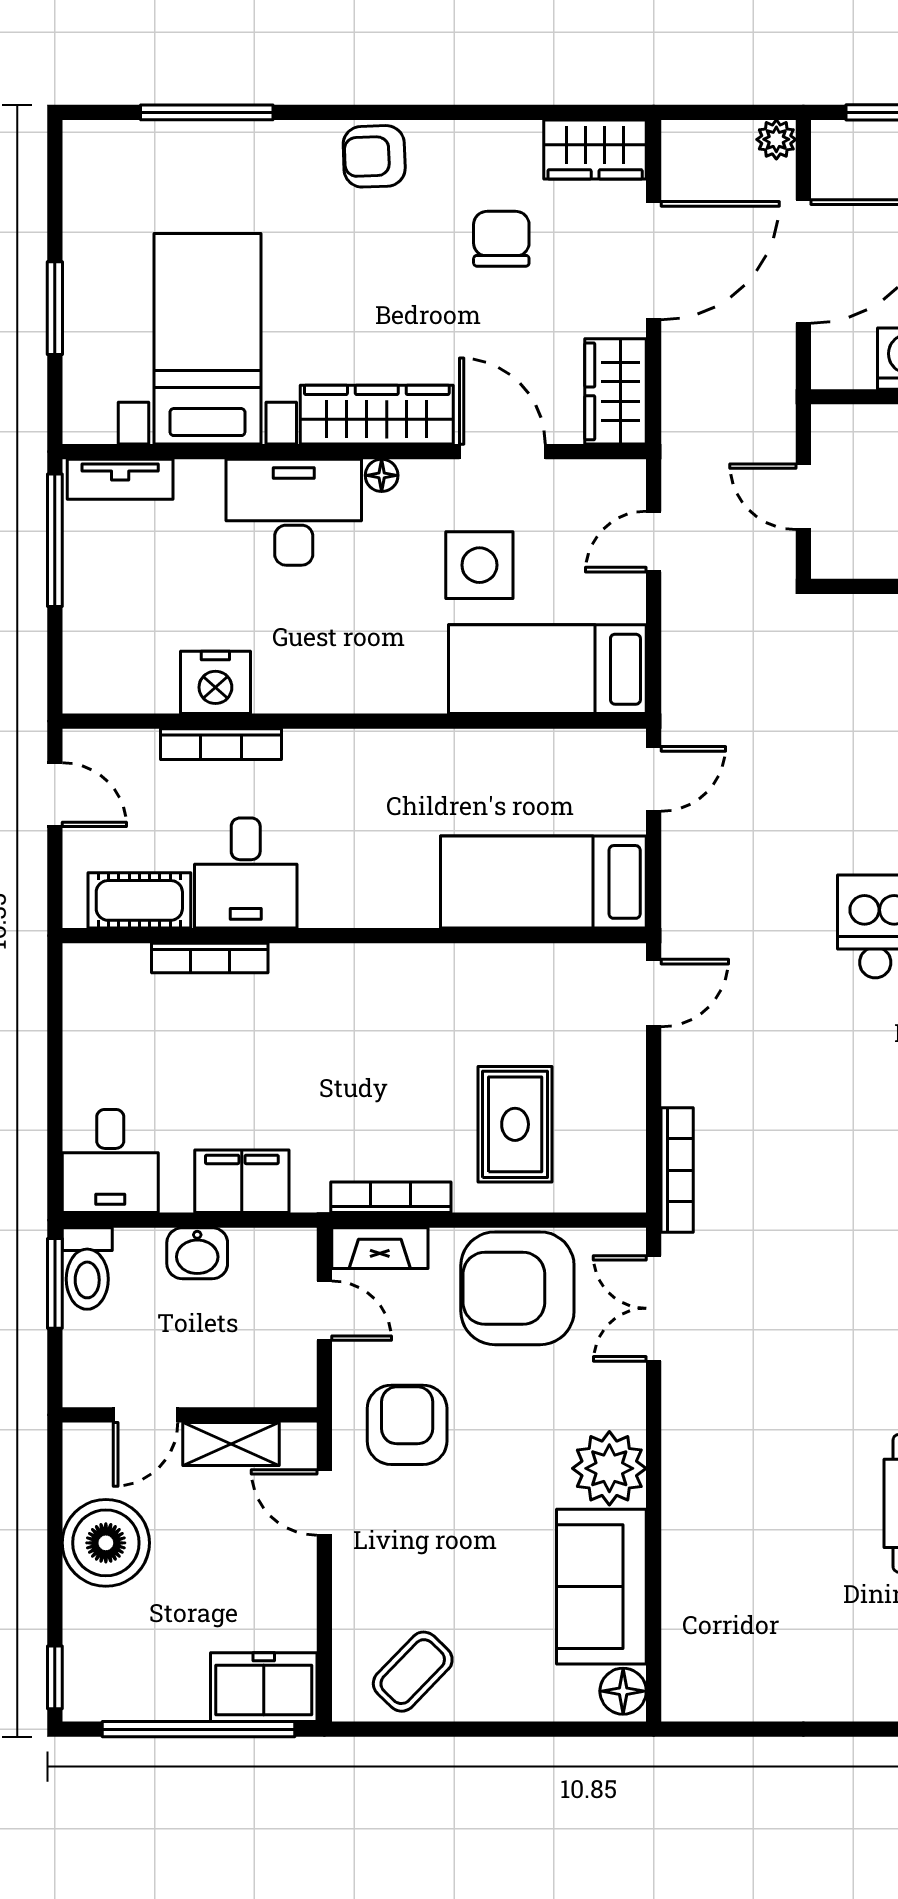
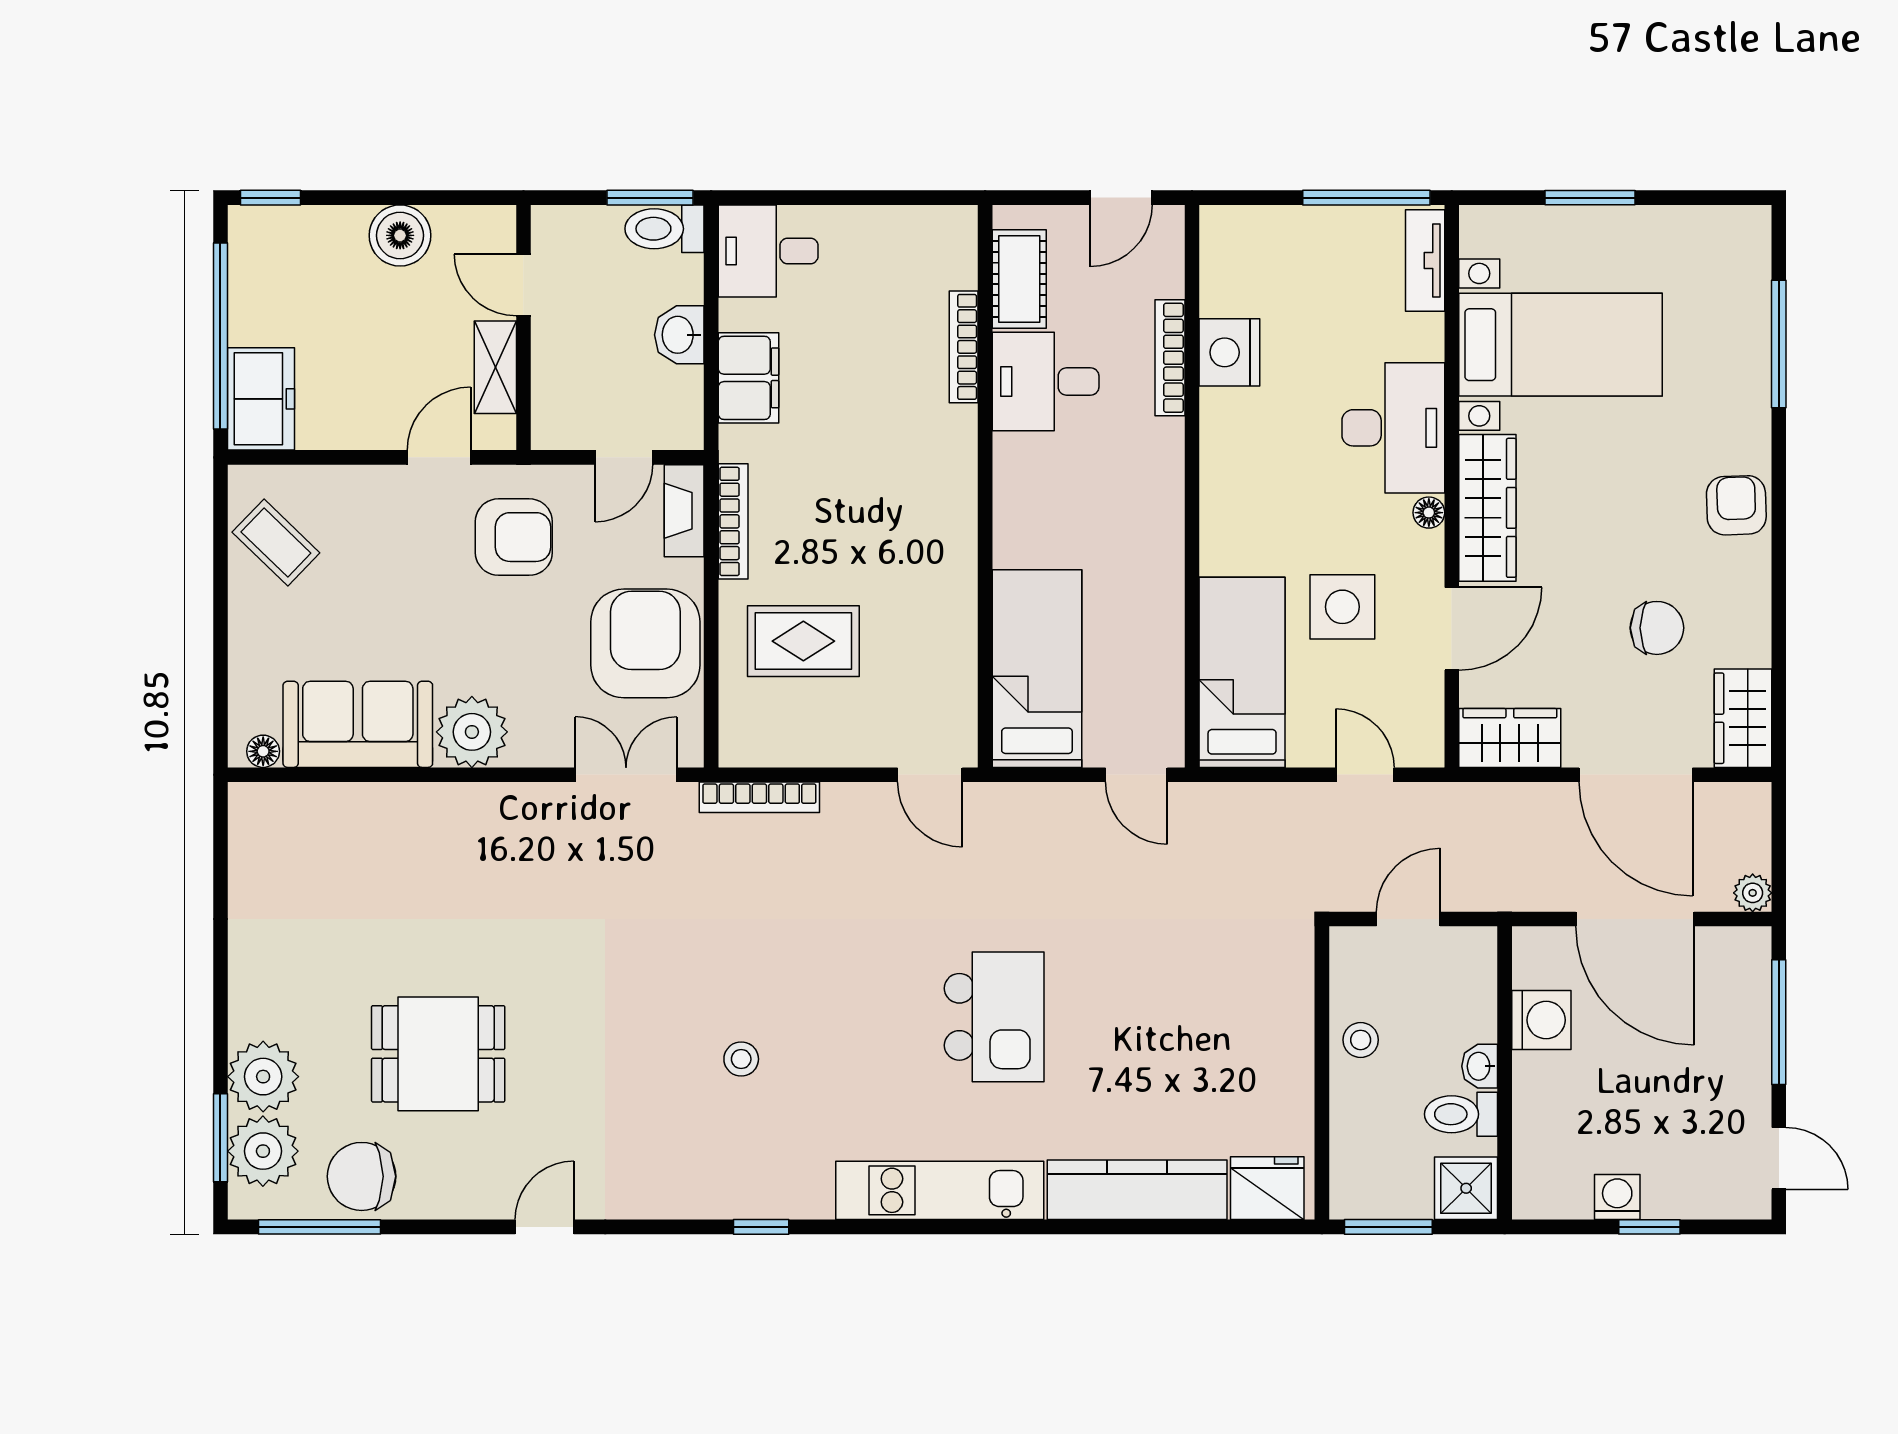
boiler: (106, 1543) -> (400, 235), width x0.73, depth x0.73
floor lamp: (623, 1691) -> (263, 751), width x0.73, depth x0.73

